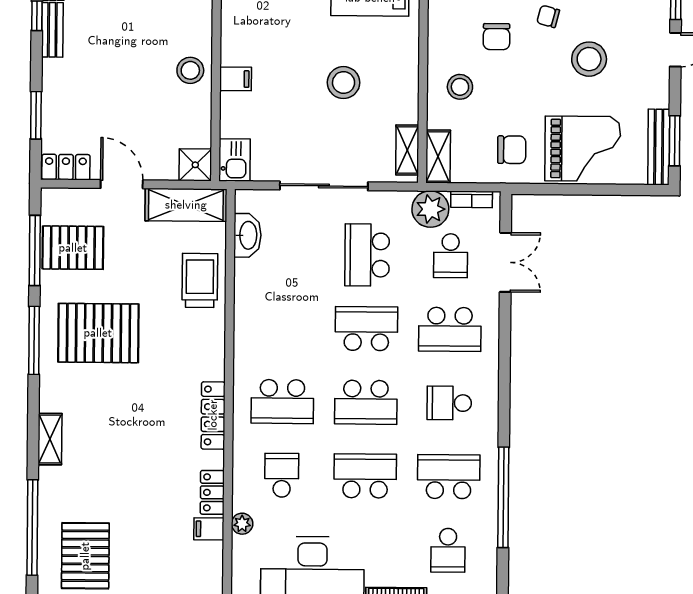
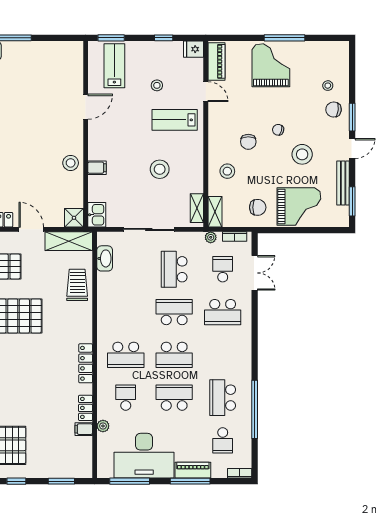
bench: (659, 147) -> (343, 183), moved
plant: (430, 209) -> (211, 237), width x0.53, depth x0.53
school desk: (451, 256) -> (223, 269), turned 180
school desk: (449, 403) -> (223, 355), removed
school desk: (449, 477) -> (223, 398), turned -90

